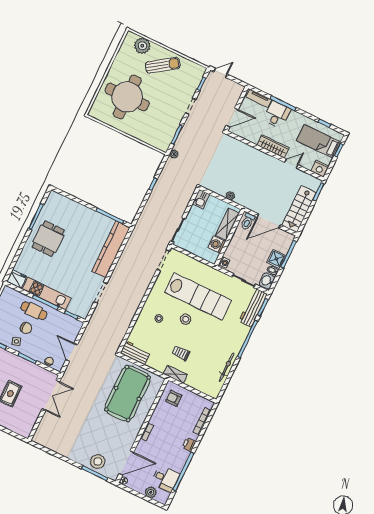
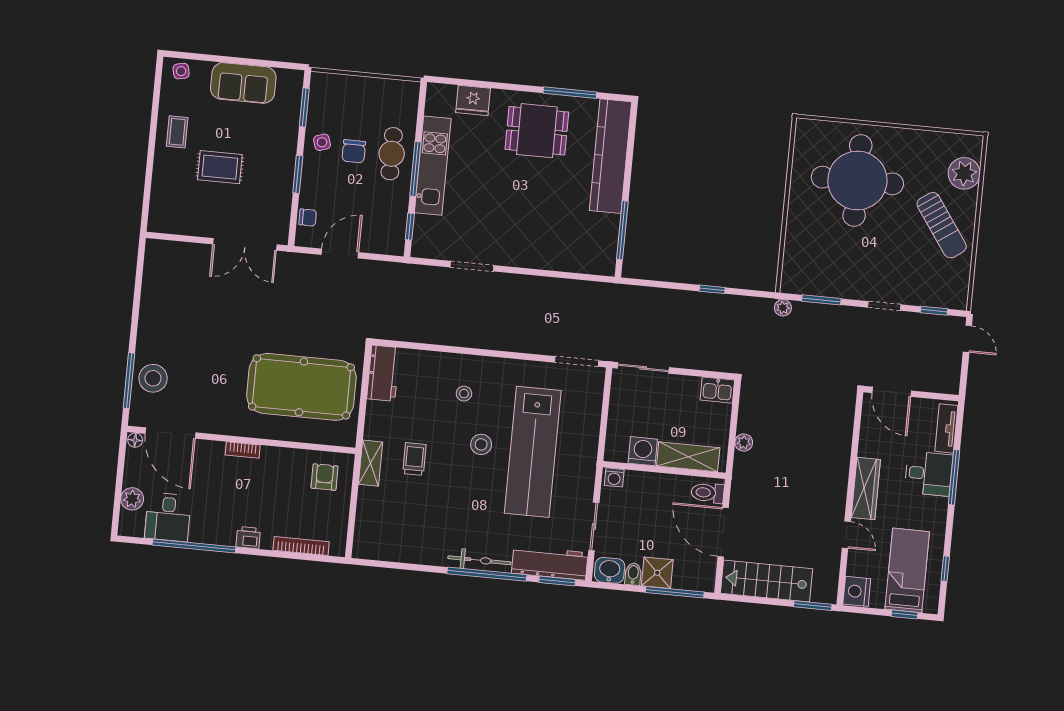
kitchen counter: (111, 249) -> (610, 156), moved, turned -90
fridge: (17, 279) -> (473, 100), moved, turned 90
bicycle: (227, 367) -> (479, 560), moved

